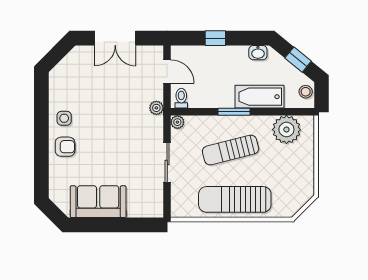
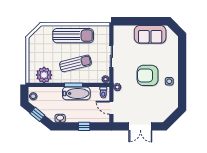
double door: (115, 38) -> (140, 126), swing flipped
bathtub: (259, 97) -> (76, 93), moved
armchair: (65, 147) -> (148, 75), moved, width x1.88, depth x1.88

